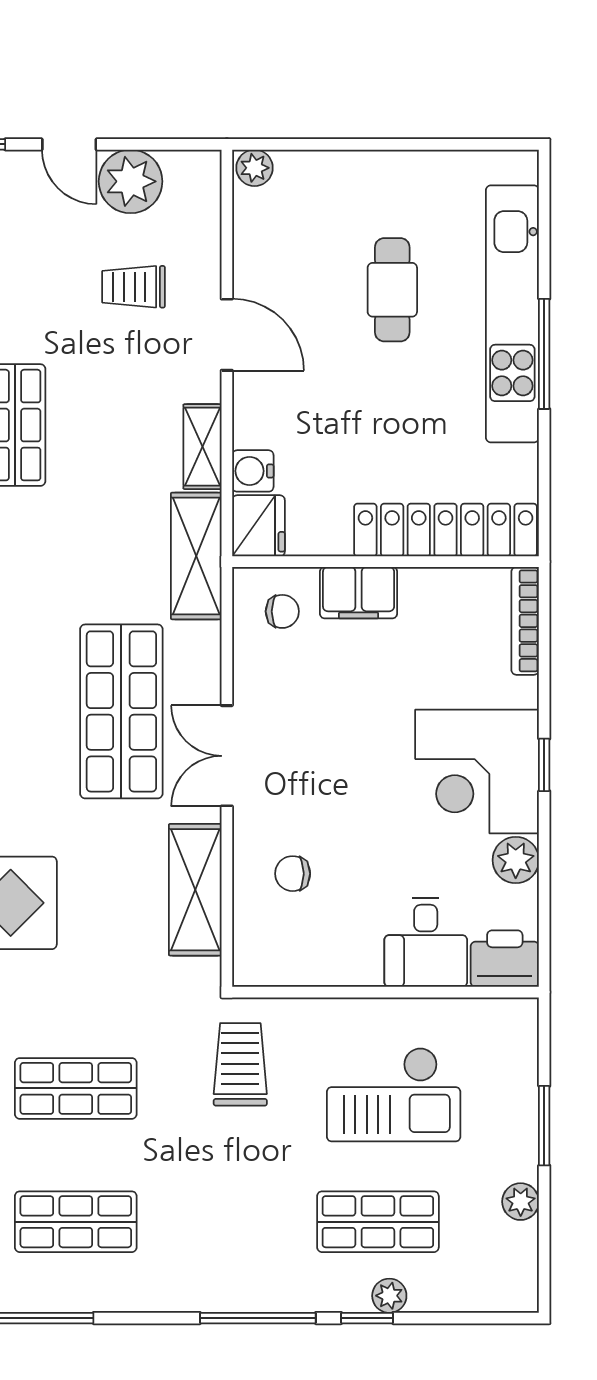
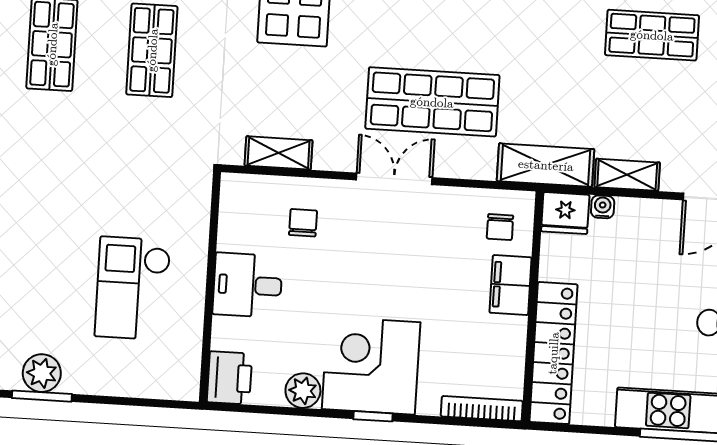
water cooler: (253, 471) -> (603, 207), width x0.72, depth x0.72
shelving: (195, 890) -> (279, 153), width x0.67, depth x0.75
desk: (426, 942) -> (248, 285), moved
trolley: (240, 1064) -> (162, 175), removed
window: (544, 1126) -> (42, 396), moved
plant: (521, 1202) -> (42, 373), width x1.38, depth x1.38
shop shelf: (378, 1222) -> (38, 271), removed

